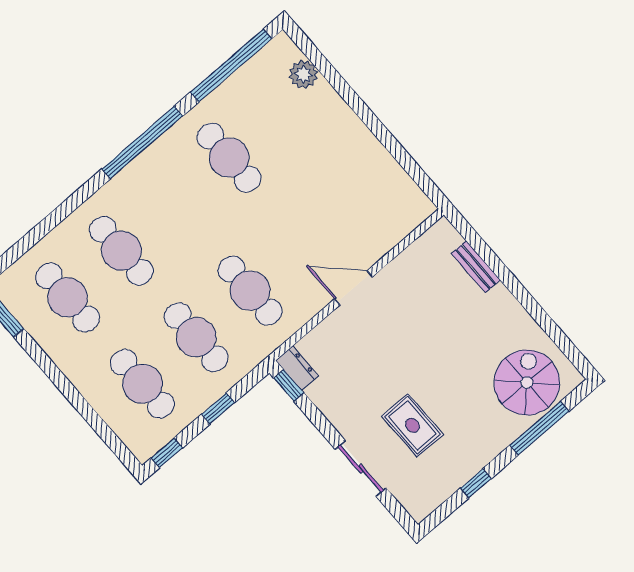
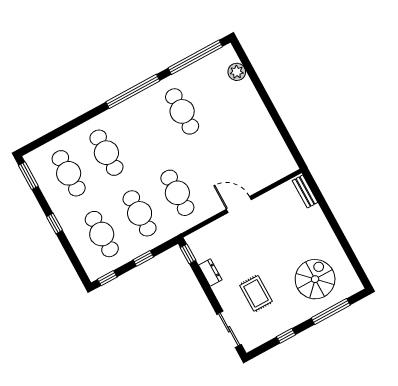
bench: (476, 267) -> (305, 191), moved
dresser: (297, 368) -> (210, 273), moved
window: (62, 383) -> (54, 223), added
spiral stairs: (527, 383) -> (315, 279), moved
sliding door: (361, 469) -> (229, 329), moved

